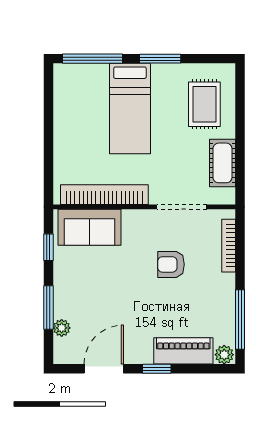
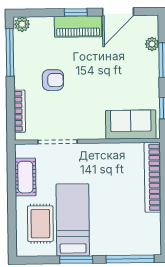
bed: (130, 108) -> (73, 220), moved
bookcase: (104, 195) -> (153, 177), moved, turned 90
armchair: (171, 264) -> (53, 80), moved
piano: (183, 351) -> (78, 26), moved

